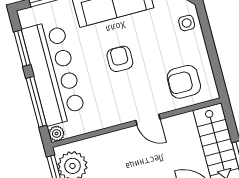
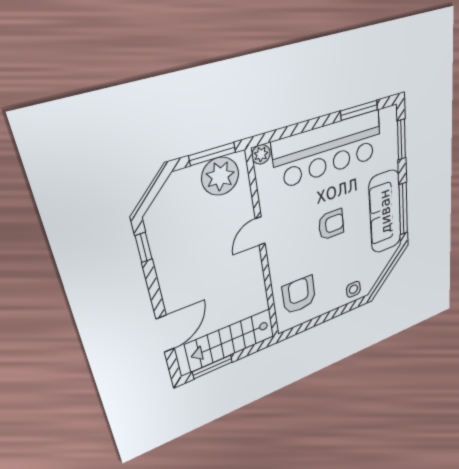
window: (36, 102) -> (300, 128), removed
door: (148, 120) -> (260, 231), moved

